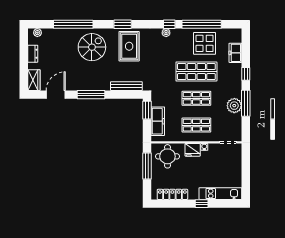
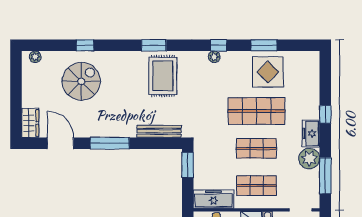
window: (73, 24) -> (85, 45), width x0.32
window: (202, 24) -> (264, 45), width x0.47
spiral stairs: (92, 47) -> (81, 81), moved
freezer: (235, 53) -> (311, 134), moved
dresser: (33, 54) -> (29, 86), removed
door: (56, 95) -> (60, 143), hinge flipped
window: (246, 103) -> (325, 176), moved
freezer: (158, 121) -> (213, 199), moved, turned -90

